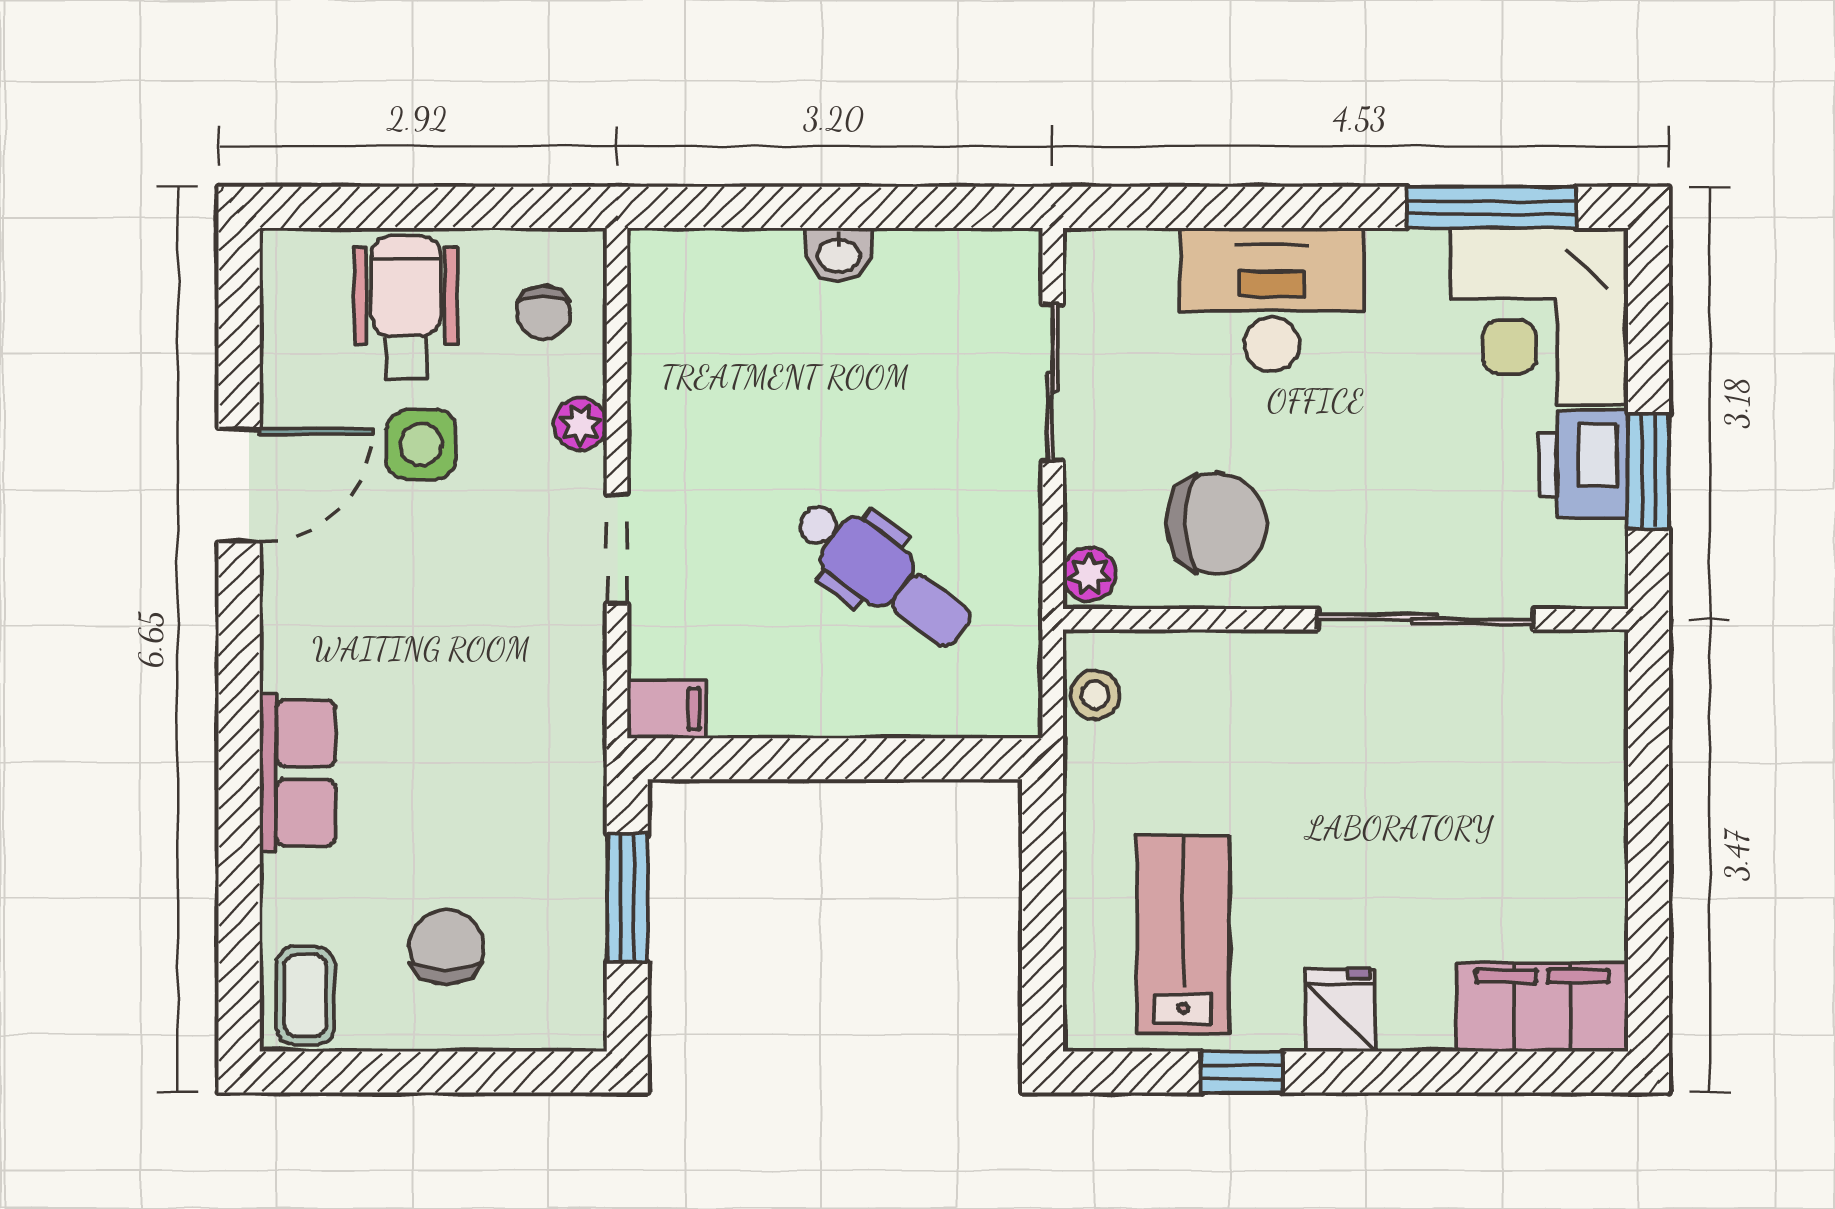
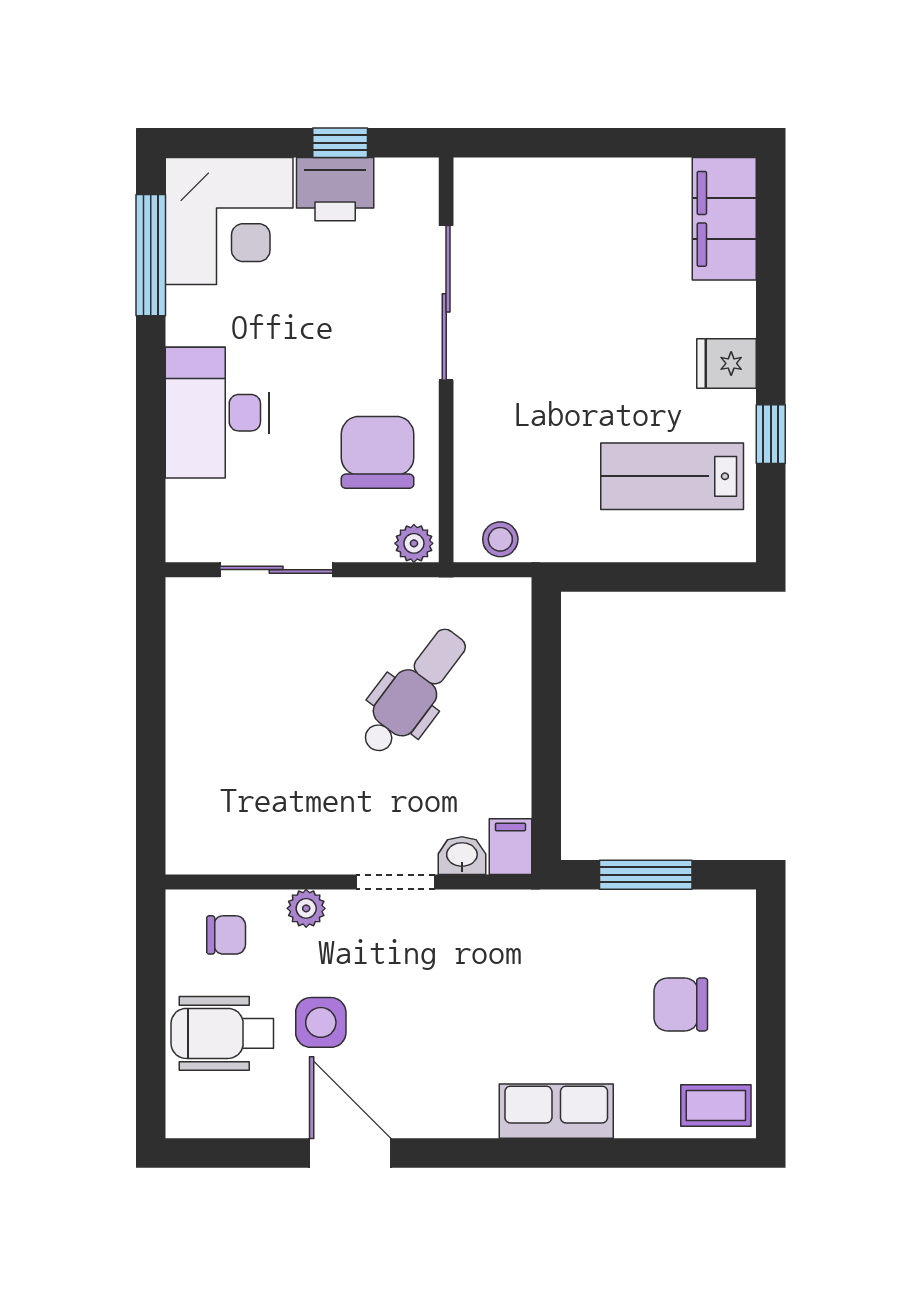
washbasin: (839, 254) -> (462, 856), moved, turned -90
window: (1648, 471) -> (340, 143), width x0.67

